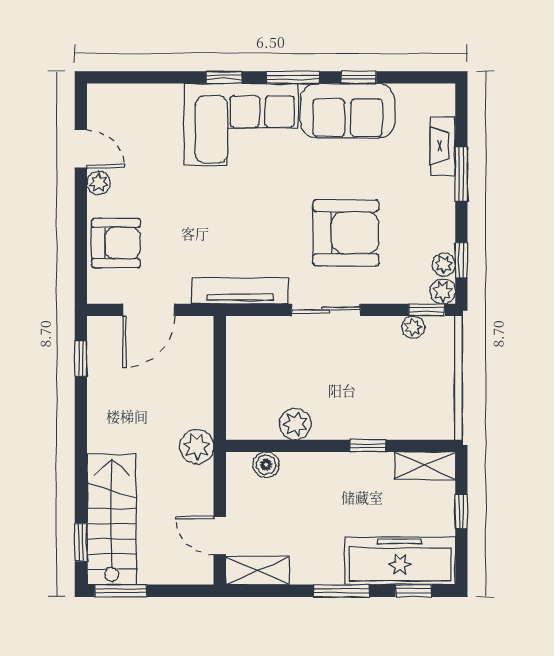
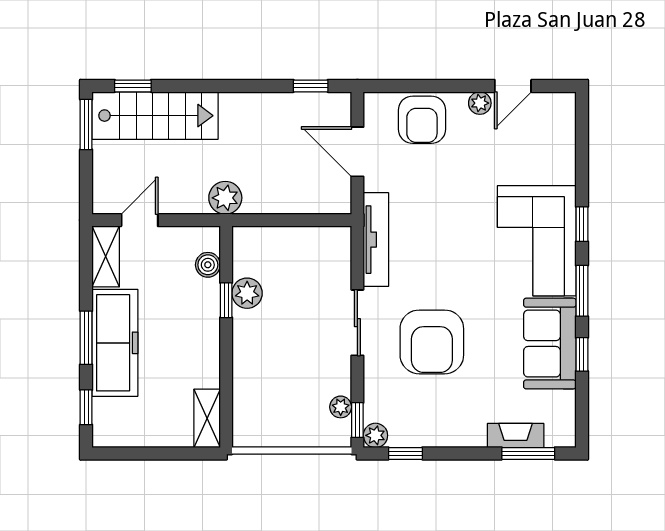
window: (461, 174) -> (528, 453), moved
plant: (444, 265) -> (401, 436), removed
window: (368, 446) -> (226, 300), moved
window: (461, 511) -> (163, 453), removed
freezer: (400, 561) -> (115, 343), moved

